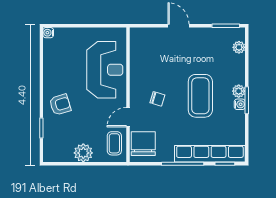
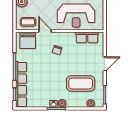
row of seats: (138, 53) -> (87, 37), added
coffee table: (200, 96) -> (81, 83), moved
chair: (143, 144) -> (28, 41), turned 90

